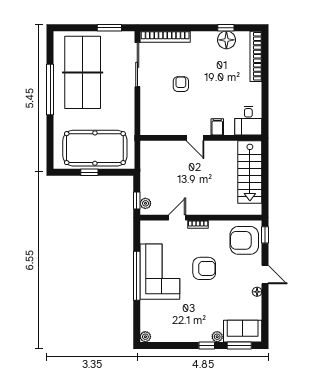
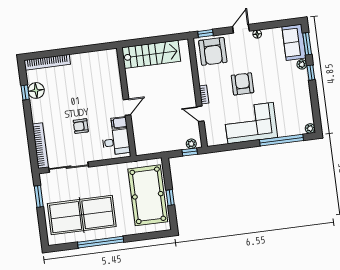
desk: (248, 121) -> (116, 142), moved
filing cabinet: (217, 127) -> (119, 123), moved
window: (137, 276) -> (282, 140), moved

